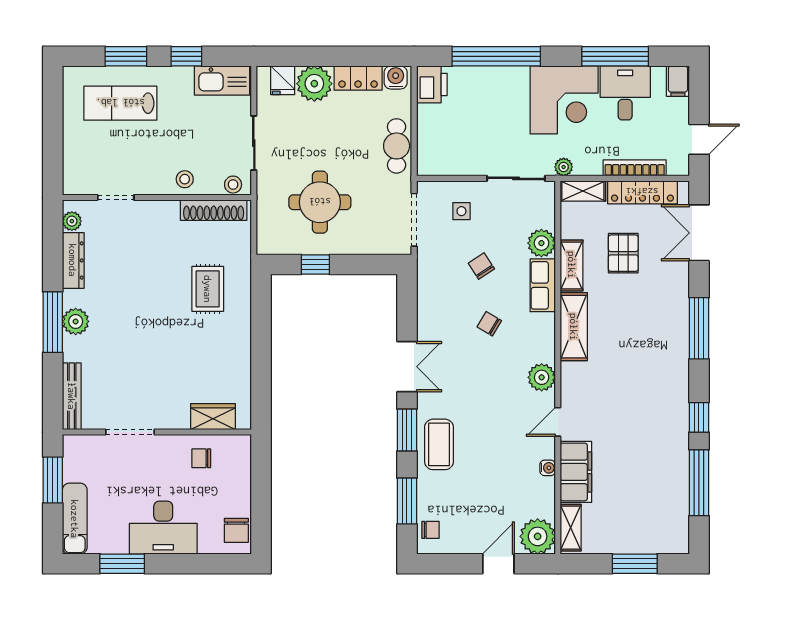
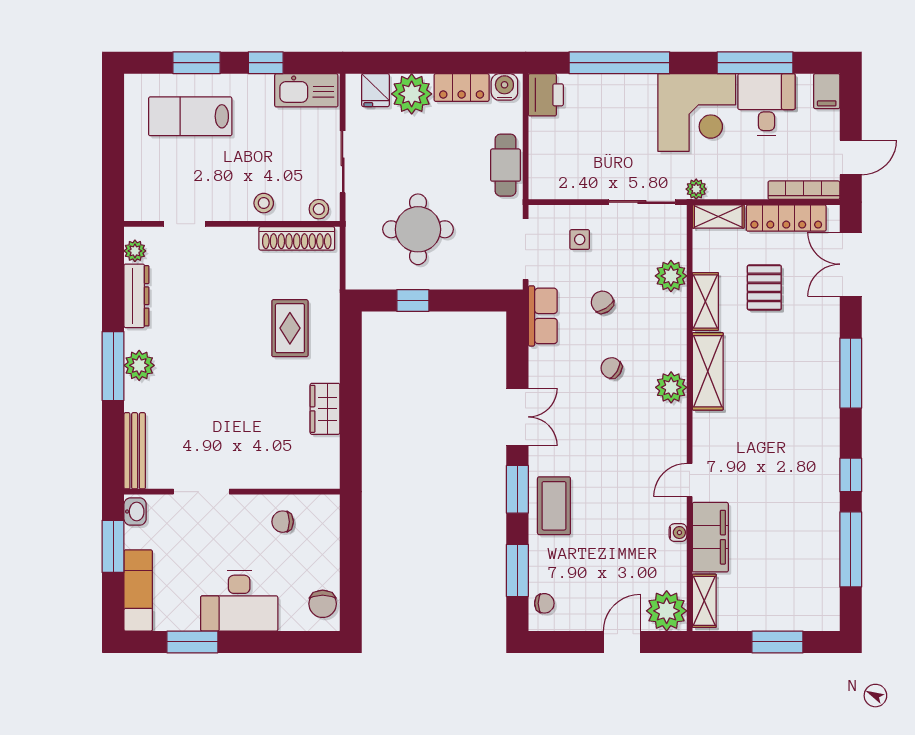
bookcase: (635, 168) -> (804, 190), moved
row of seats: (543, 285) -> (543, 316), moved, turned 180
plant: (542, 377) -> (671, 387), moved
wardrobe: (213, 417) -> (325, 409), moved, turned -90
washbasin: (72, 449) -> (135, 512), added

